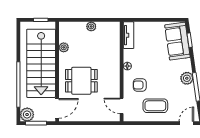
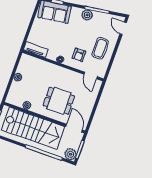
dining table: (81, 81) -> (59, 101), turned 90
door: (122, 106) -> (91, 75), hinge flipped

